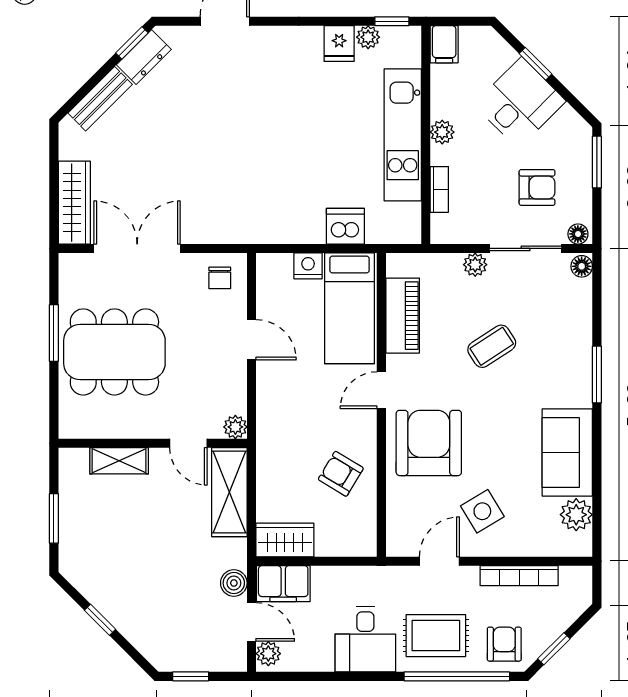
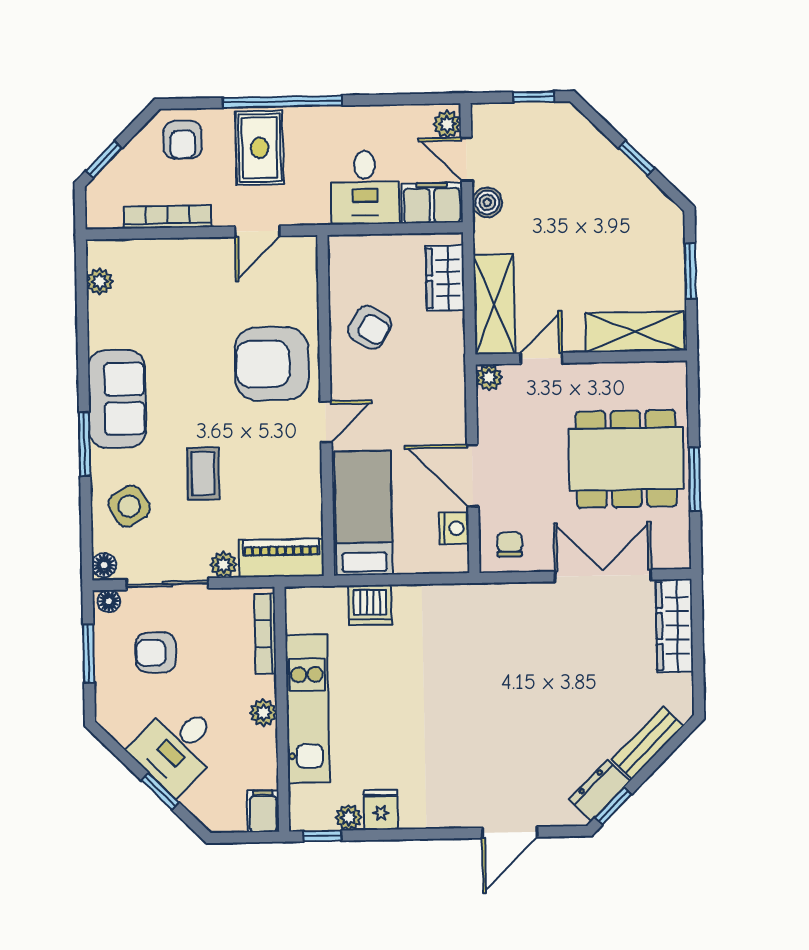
window: (597, 162) -> (89, 654), moved
bookcase: (439, 189) -> (265, 634), width x1.56
double door: (137, 248) -> (603, 576), swing flipped
nightstand: (308, 266) -> (454, 528), moved, turned -90
piano: (403, 316) -> (281, 558), moved, turned 90
door: (252, 340) -> (473, 476), width x1.38
coffee table: (492, 346) -> (203, 474), turned -57
door: (188, 443) -> (541, 358), hinge flipped
armchair: (429, 443) -> (272, 364), turned 90
sofa: (567, 453) -> (117, 399), moved
shelving: (119, 461) -> (635, 332), width x1.50, depth x1.33
side table: (482, 511) -> (129, 506), moved
plant: (576, 515) -> (100, 282), width x0.73, depth x0.73
wardrobe: (285, 540) -> (445, 278), moved, turned 90
rug: (436, 636) -> (260, 148), turned 90
desk: (365, 639) -> (365, 188), moved, turned 180
window: (554, 649) -> (104, 160), moved
window: (457, 676) -> (282, 102), moved

